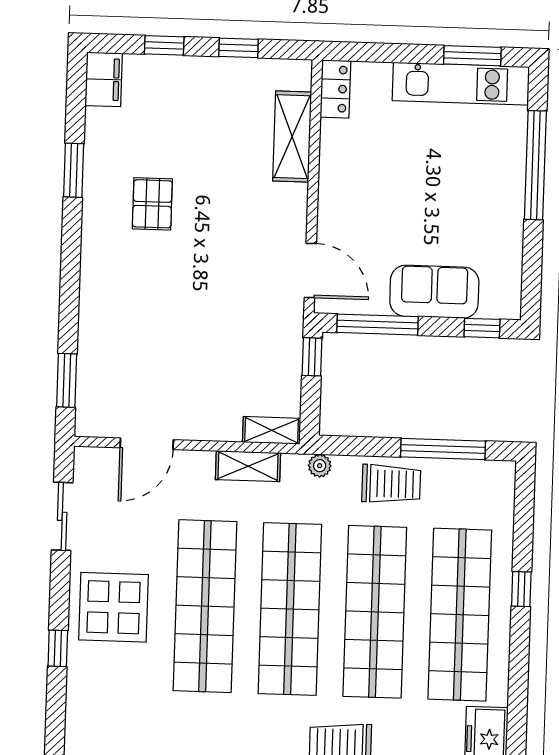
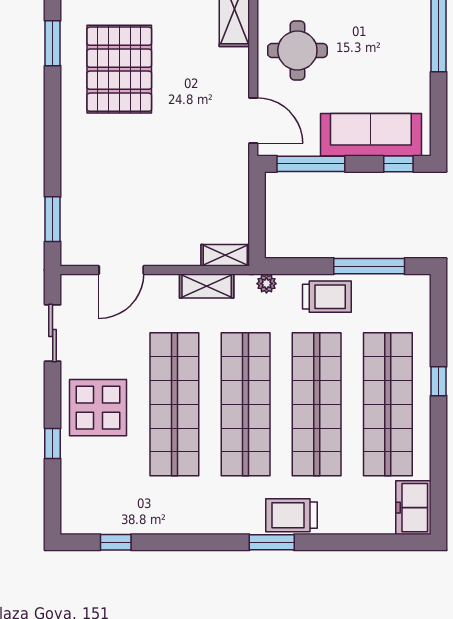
round table: (366, 189) -> (297, 50), added
pallet: (152, 204) -> (119, 69), width x2.05, depth x2.00
sofa: (434, 292) -> (371, 135), width x1.36
window: (312, 357) -> (257, 193), removed

